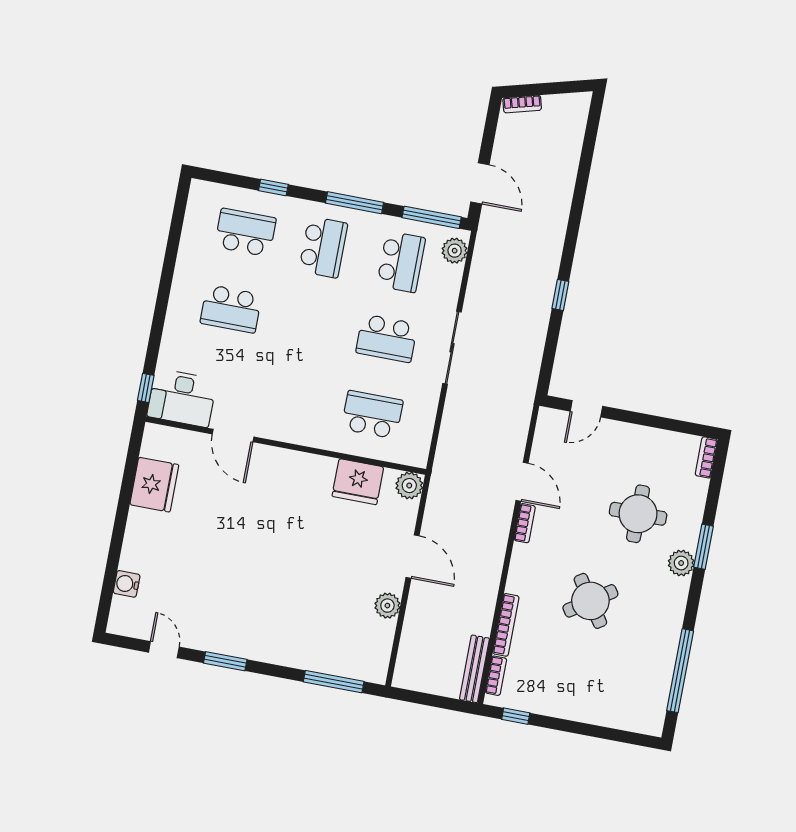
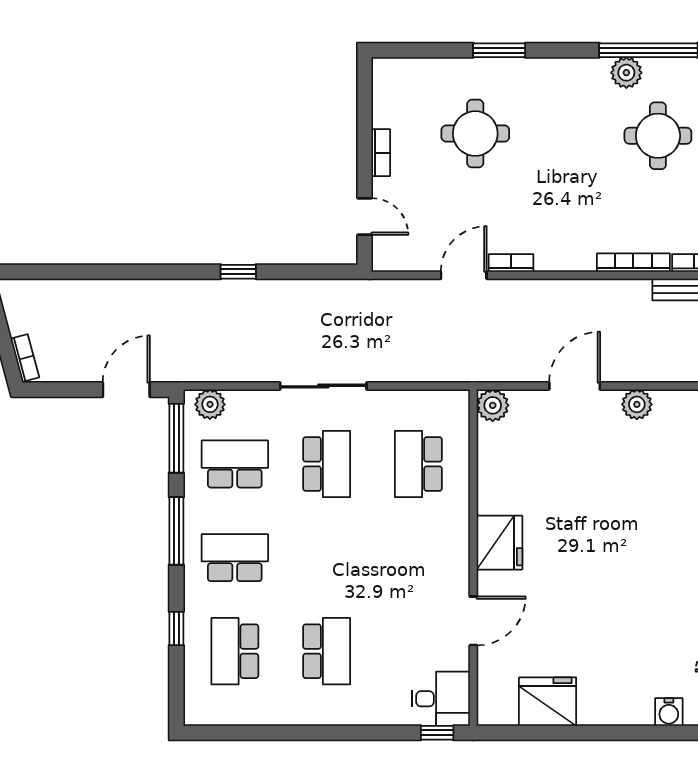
desk: (182, 398) -> (441, 699), width x0.73
bookcase: (706, 457) -> (381, 153), moved, turned -90
fridge: (358, 482) -> (499, 543), moved
plant: (681, 563) -> (626, 73), moved
round table: (590, 601) -> (658, 136), moved, turned 34

